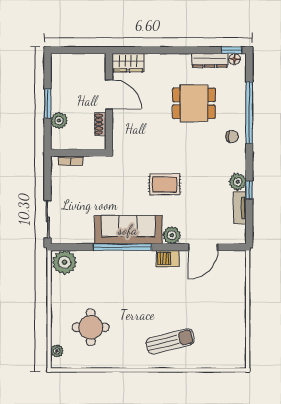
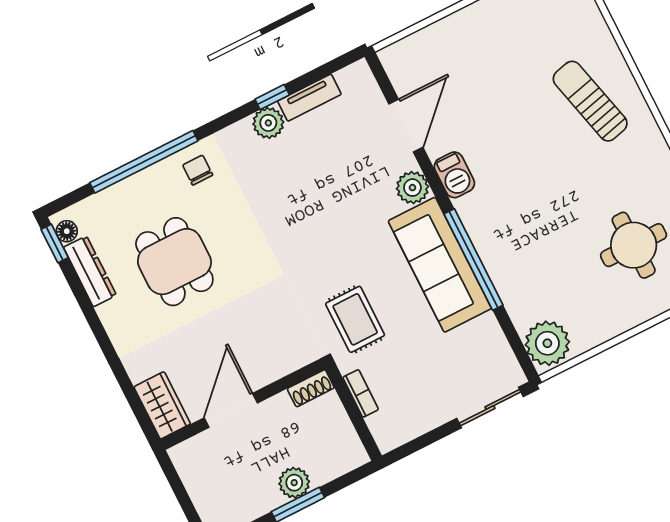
plant: (59, 121) -> (294, 483), moved
shoe rack: (100, 124) -> (311, 388), moved
bookcase: (70, 161) -> (361, 393), moved
rug: (165, 184) -> (355, 319), moved
door: (203, 247) -> (406, 126), hinge flipped

